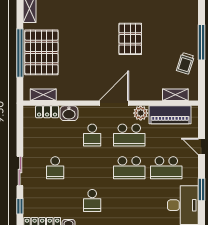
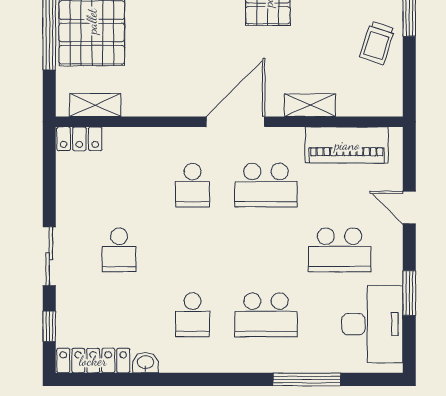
shelving: (175, 95) -> (310, 105), moved
locker: (47, 112) -> (79, 139), moved
washbasin: (69, 113) -> (146, 142), removed
plant: (141, 113) -> (289, 141), removed
school desk: (129, 168) -> (266, 315), moved

